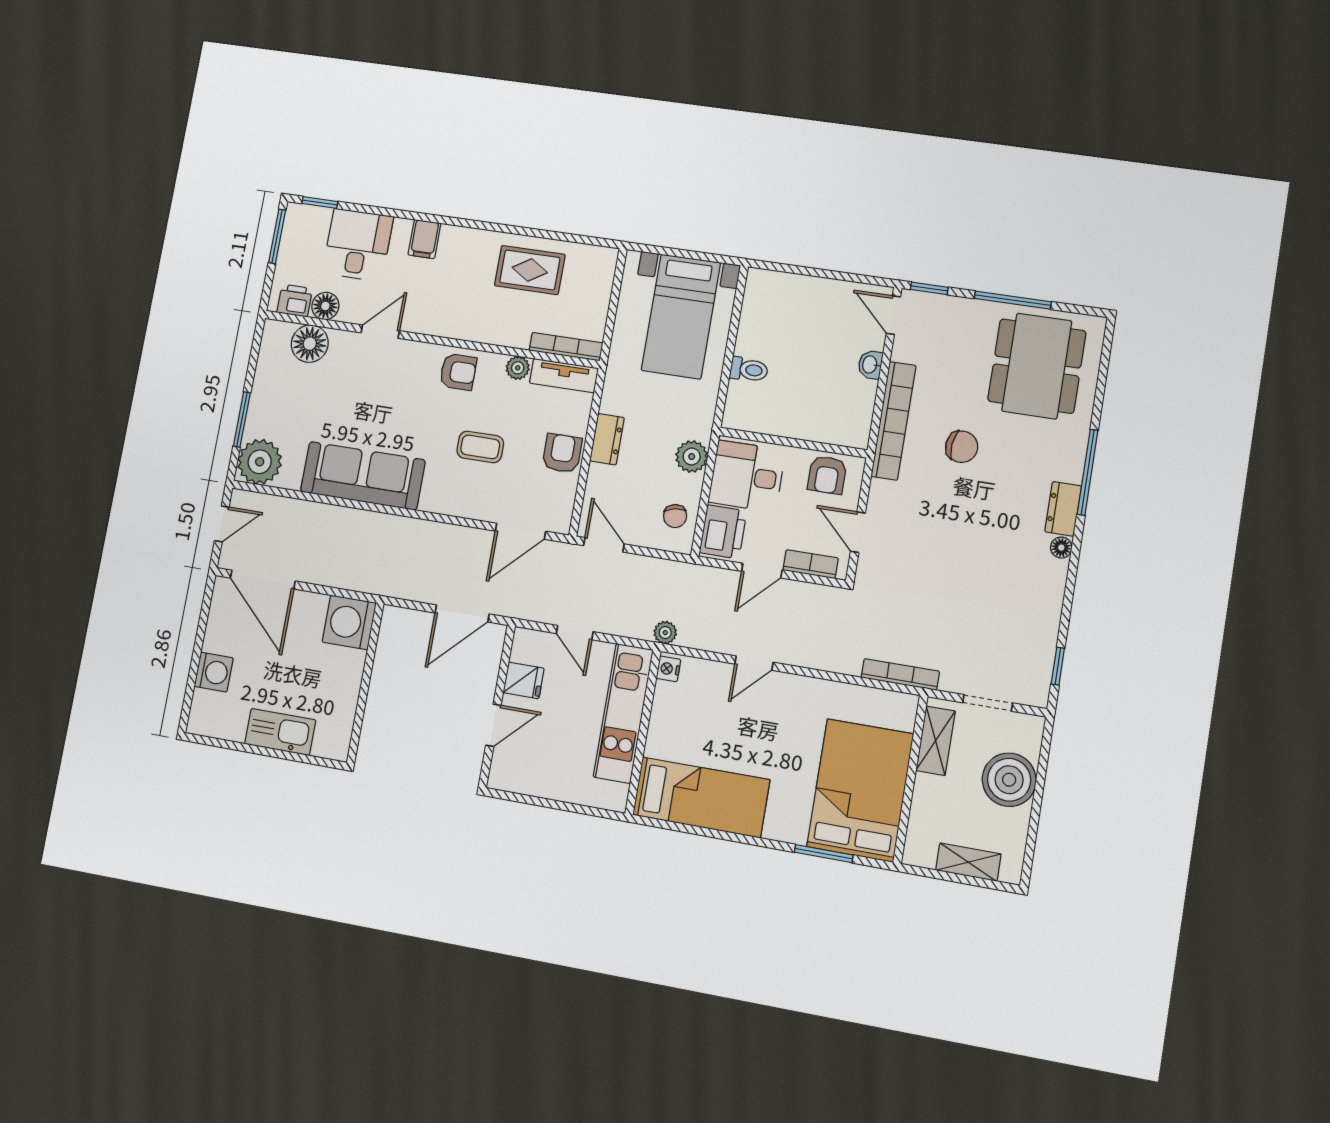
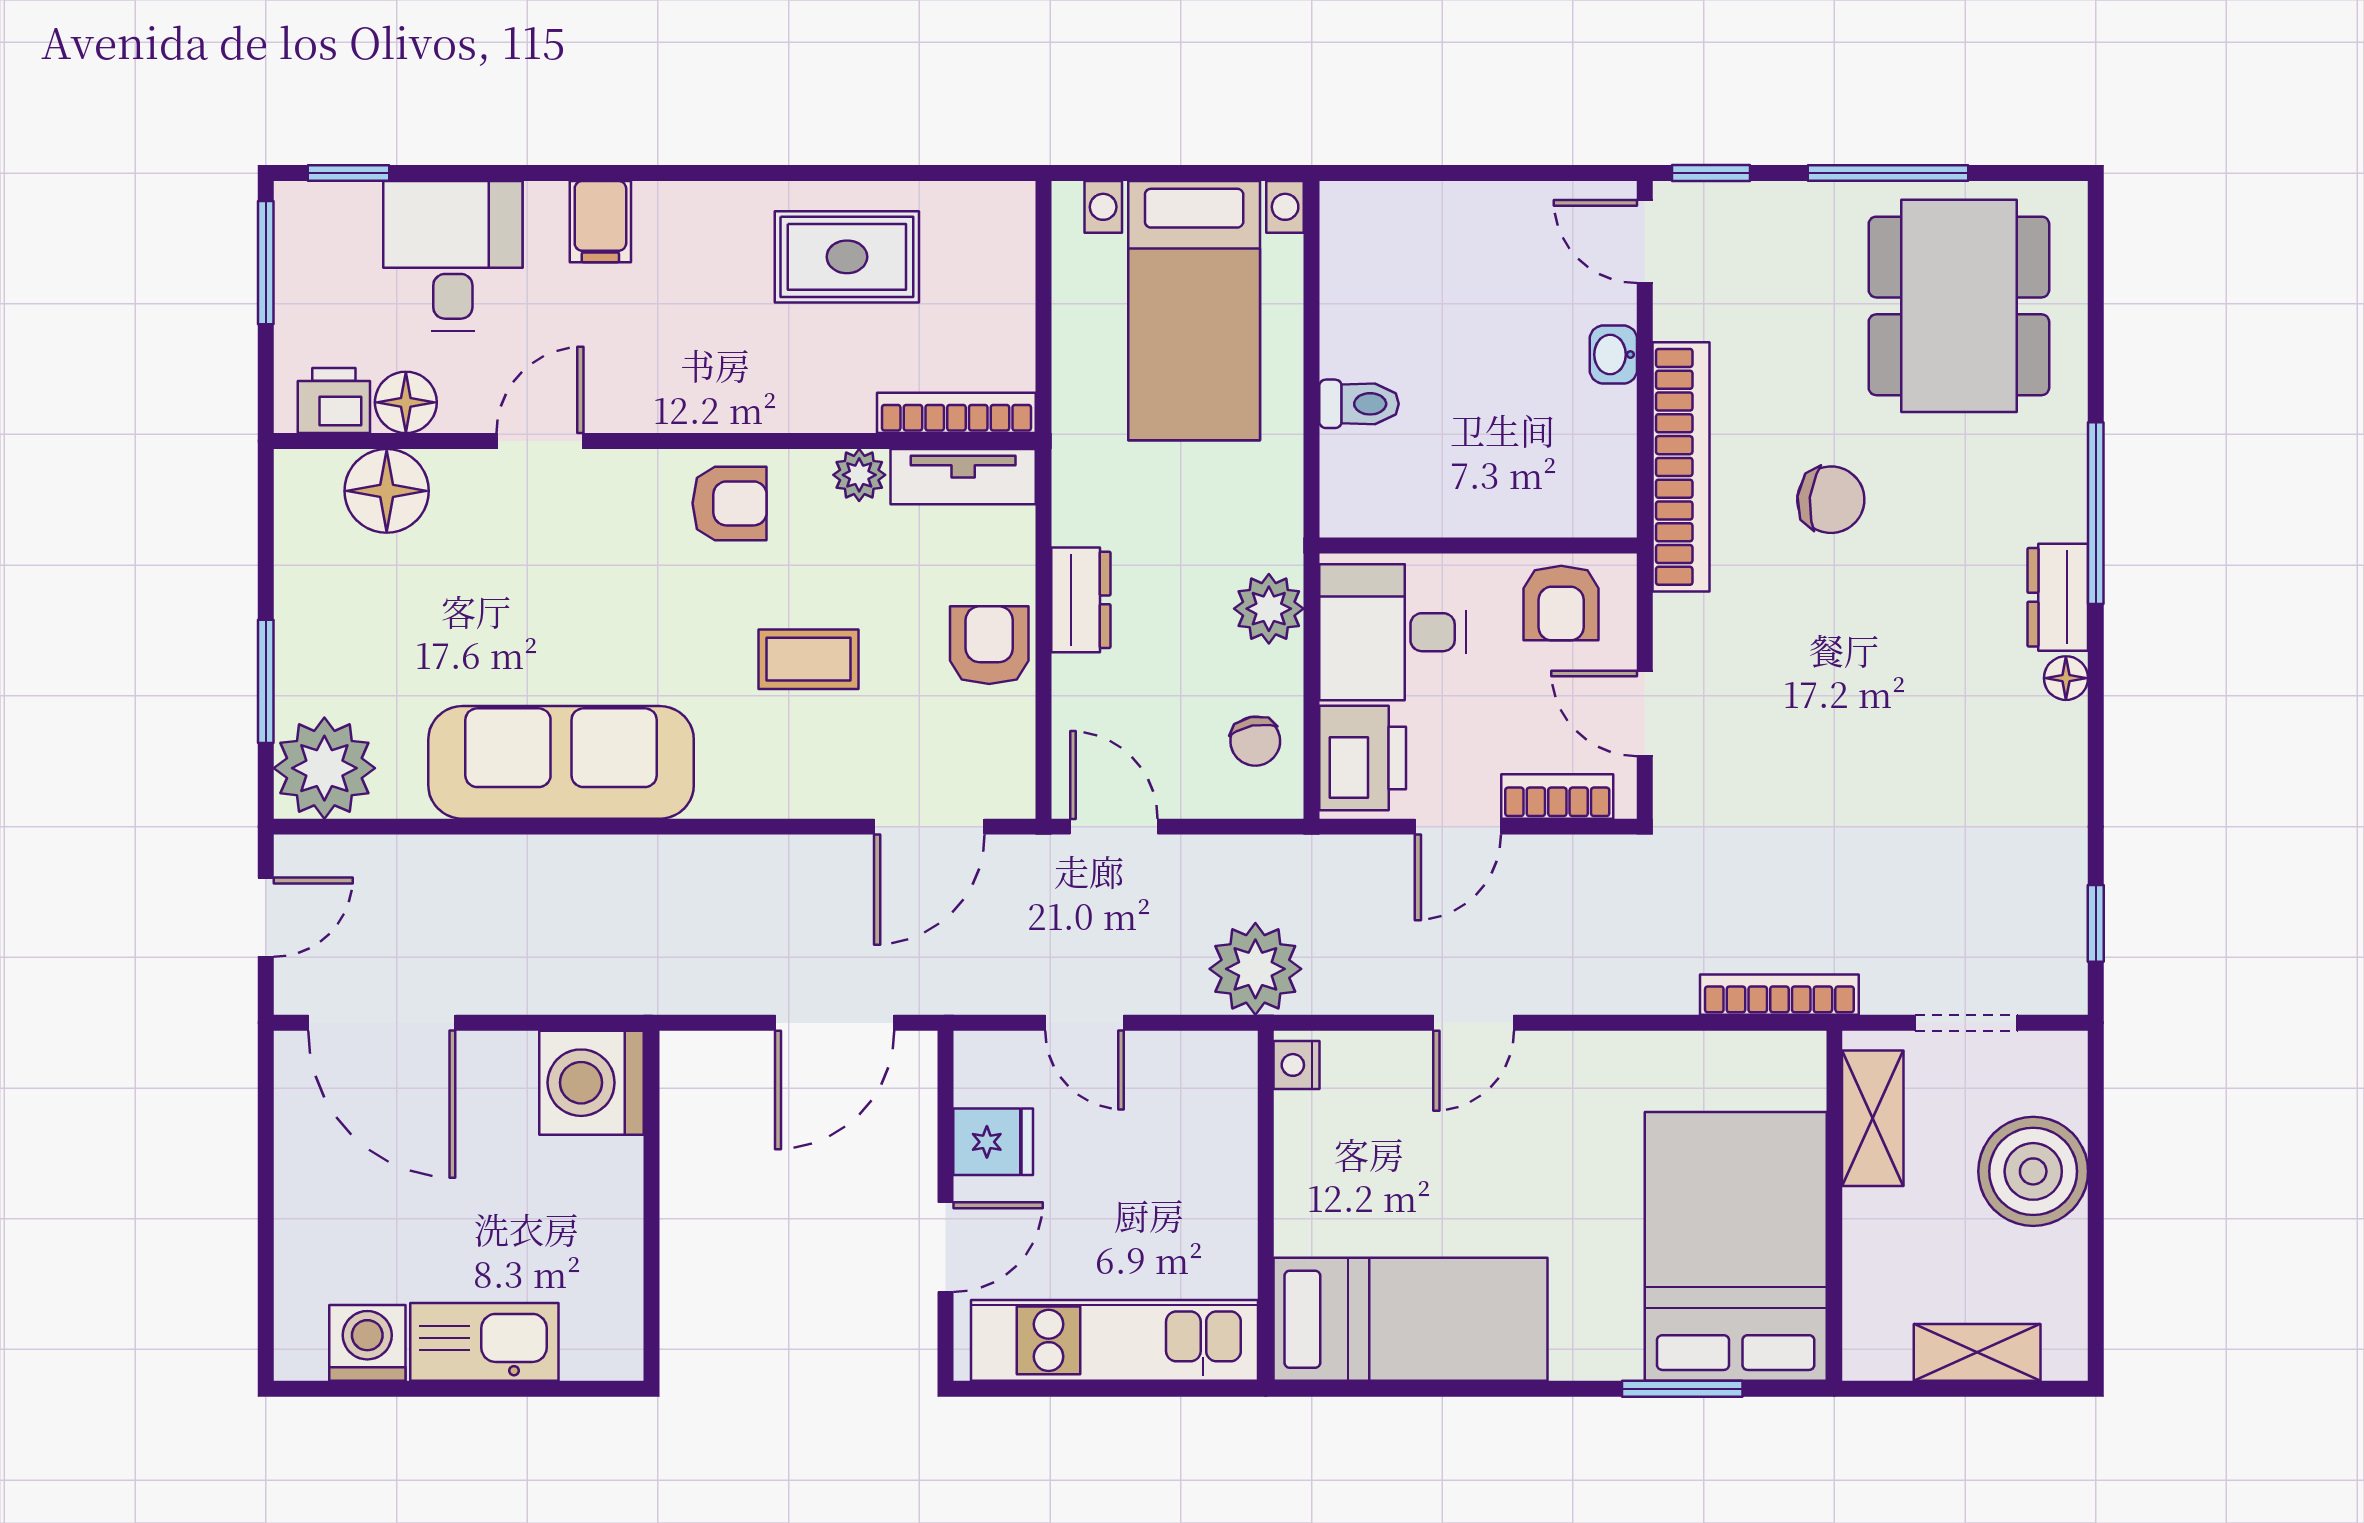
plant: (665, 633) -> (1255, 969), width x1.87, depth x1.87
washing machine: (214, 672) -> (367, 1343), moved, turned -90
kitchen unit: (623, 713) -> (1115, 1340), moved, turned 90

